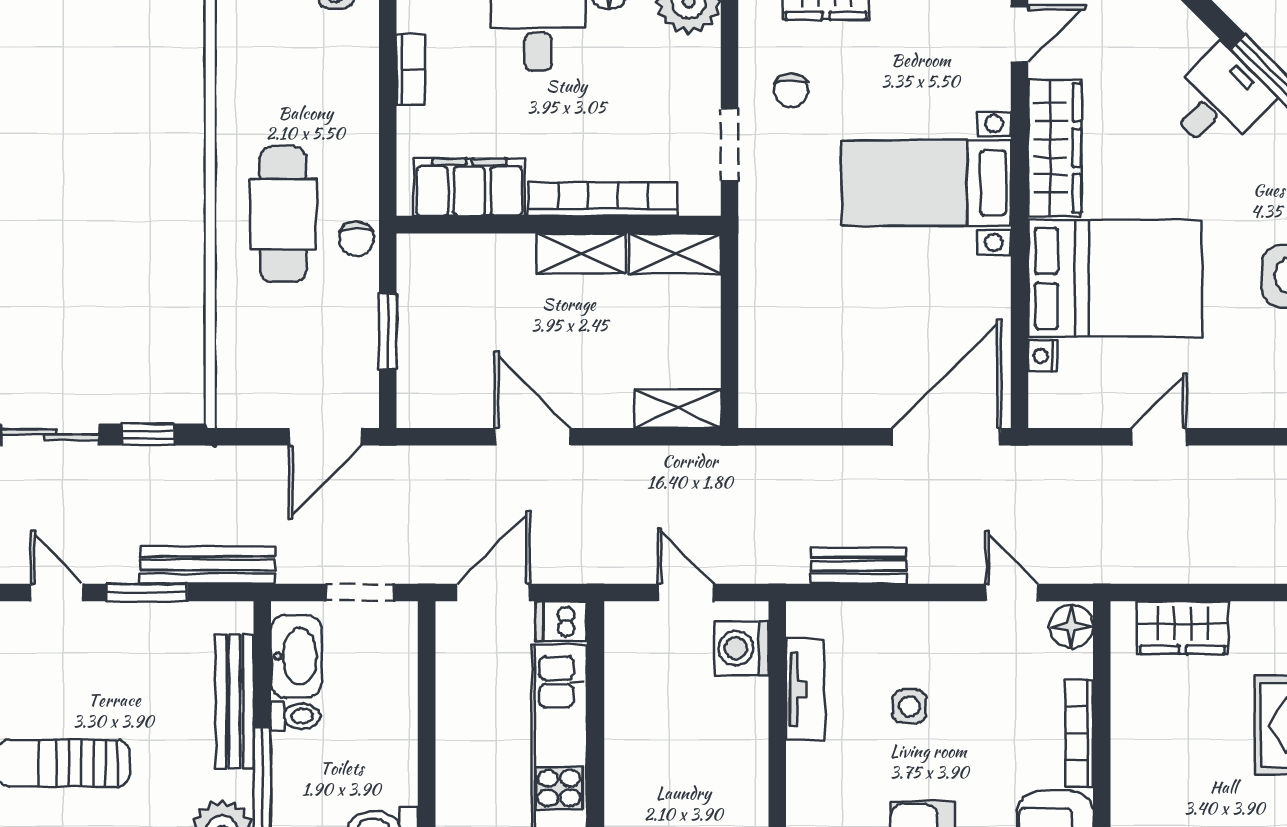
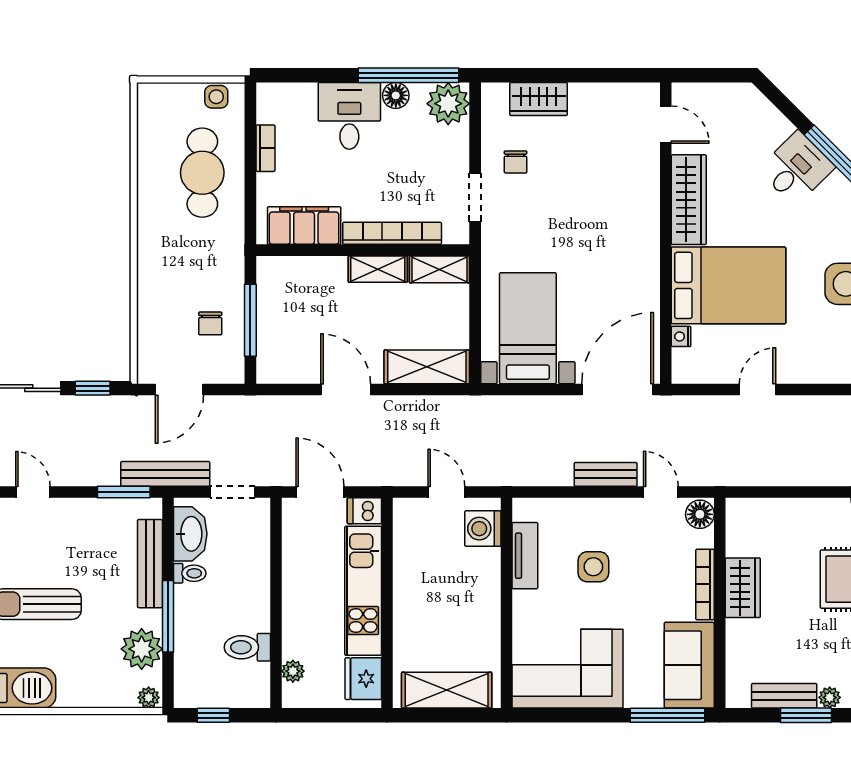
door: (1020, 34) -> (666, 125), hinge flipped
bed with nightstands: (926, 183) -> (528, 328), moved, turned 90
cafe table: (283, 214) -> (202, 173), moved
chair: (356, 239) -> (210, 323), moved
window: (388, 331) -> (250, 320), width x1.44
shelving: (678, 409) -> (427, 367), width x1.50, depth x1.33
door: (325, 437) -> (179, 390), moved
bench: (207, 565) -> (165, 474), moved
bench: (858, 566) -> (606, 474), moved
window: (147, 593) -> (124, 492), moved
door: (493, 593) -> (320, 492), hinge flipped
wardrobe: (1183, 628) -> (743, 588), moved, turned -90
side table: (909, 706) -> (593, 567), width x1.37, depth x1.37

